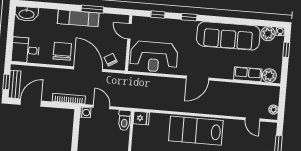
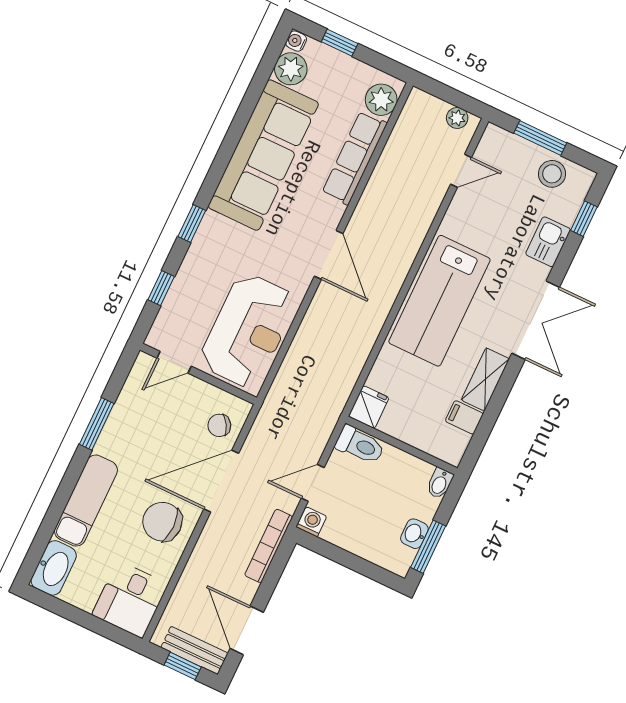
exam couch: (78, 18) -> (86, 501), moved
row of seats: (248, 74) -> (355, 158), width x1.48

